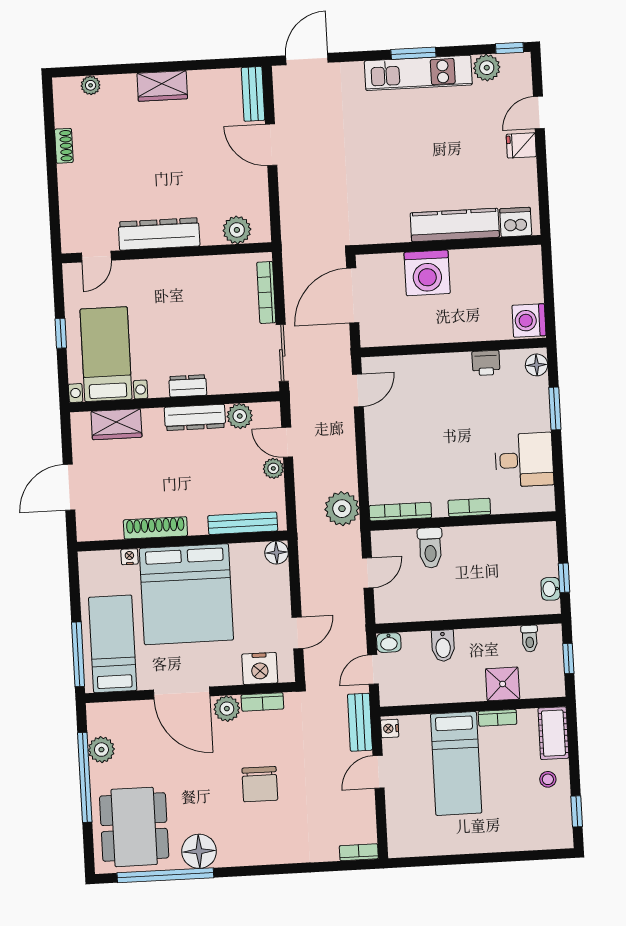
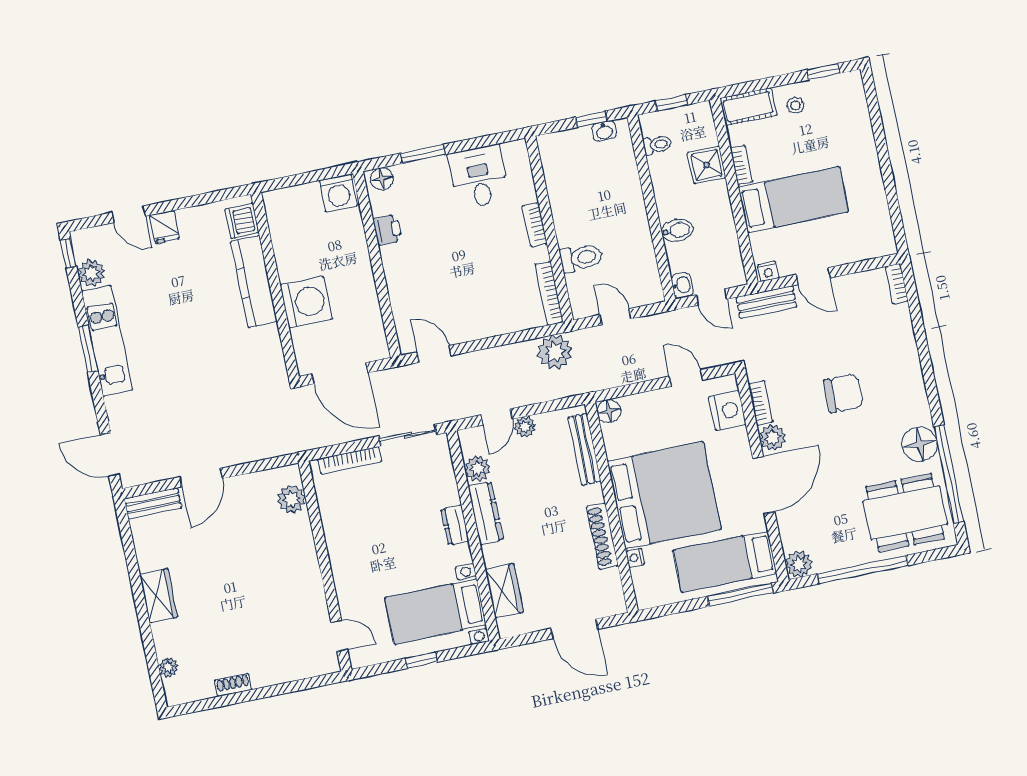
dresser: (159, 234) -> (307, 577), removed
plant: (101, 750) -> (799, 564), moved

